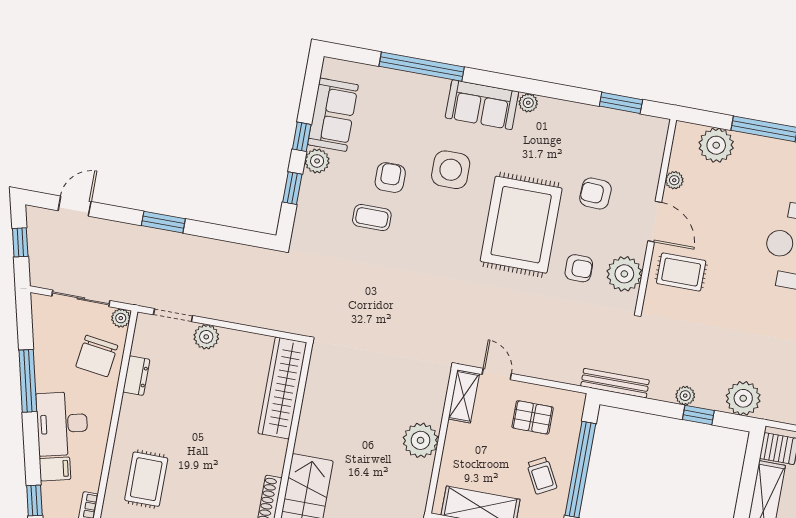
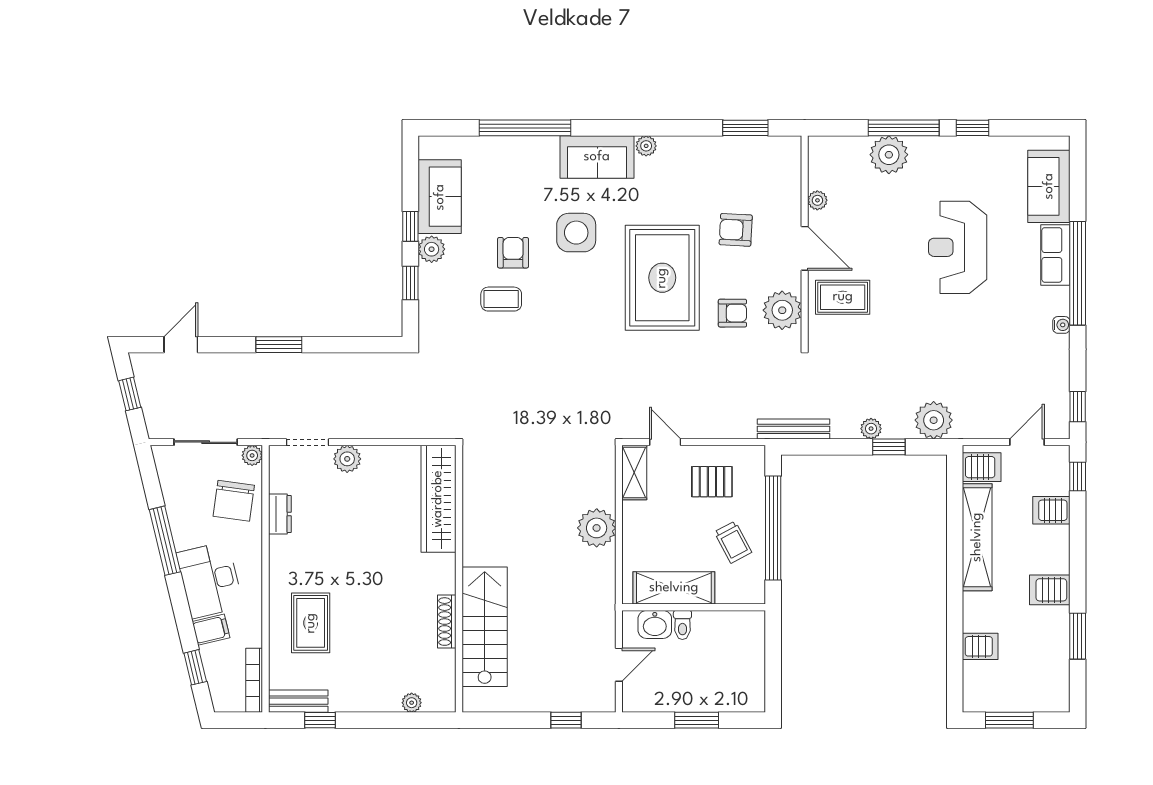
plant: (716, 145) -> (889, 155), moved

